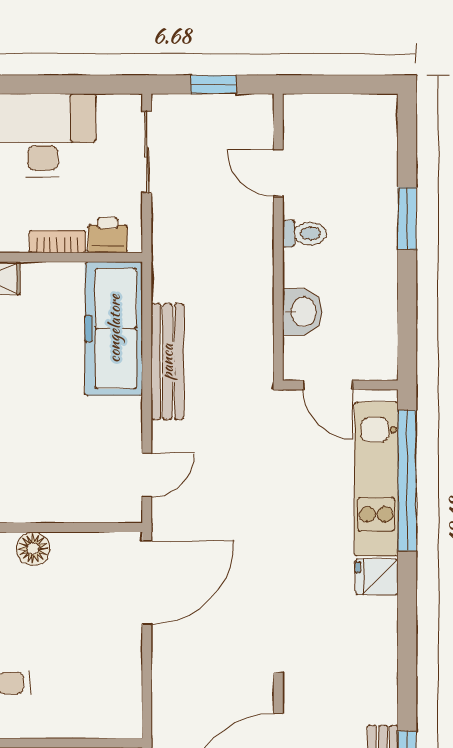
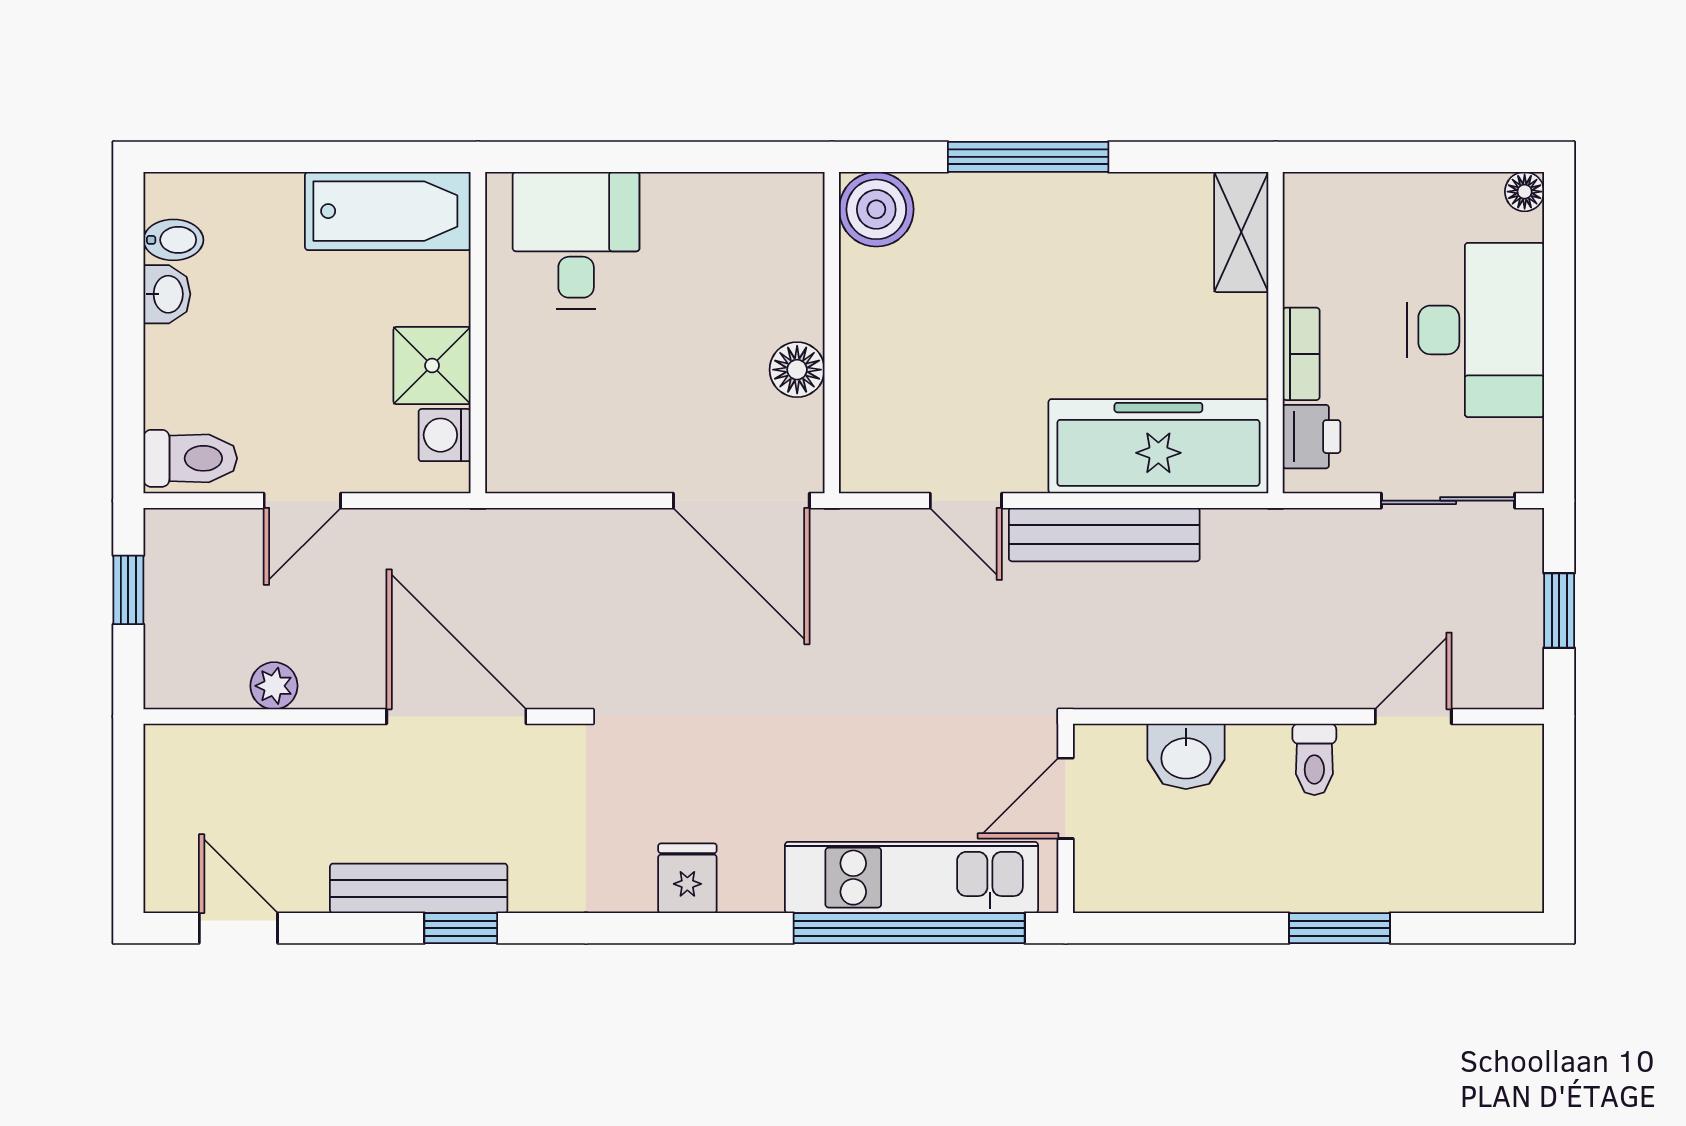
door: (147, 475) -> (966, 501), moved
floor lamp: (33, 549) -> (797, 370), moved
fridge: (377, 577) -> (687, 878), moved

